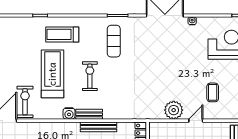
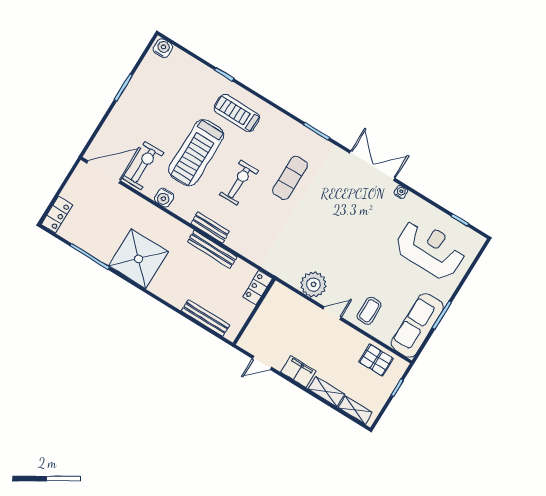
exercise mat: (114, 41) -> (290, 178), moved
treadmill: (52, 74) -> (196, 153), turned 180
coffee table: (213, 92) -> (369, 311), moved
water cooler: (69, 113) -> (164, 198), moved

